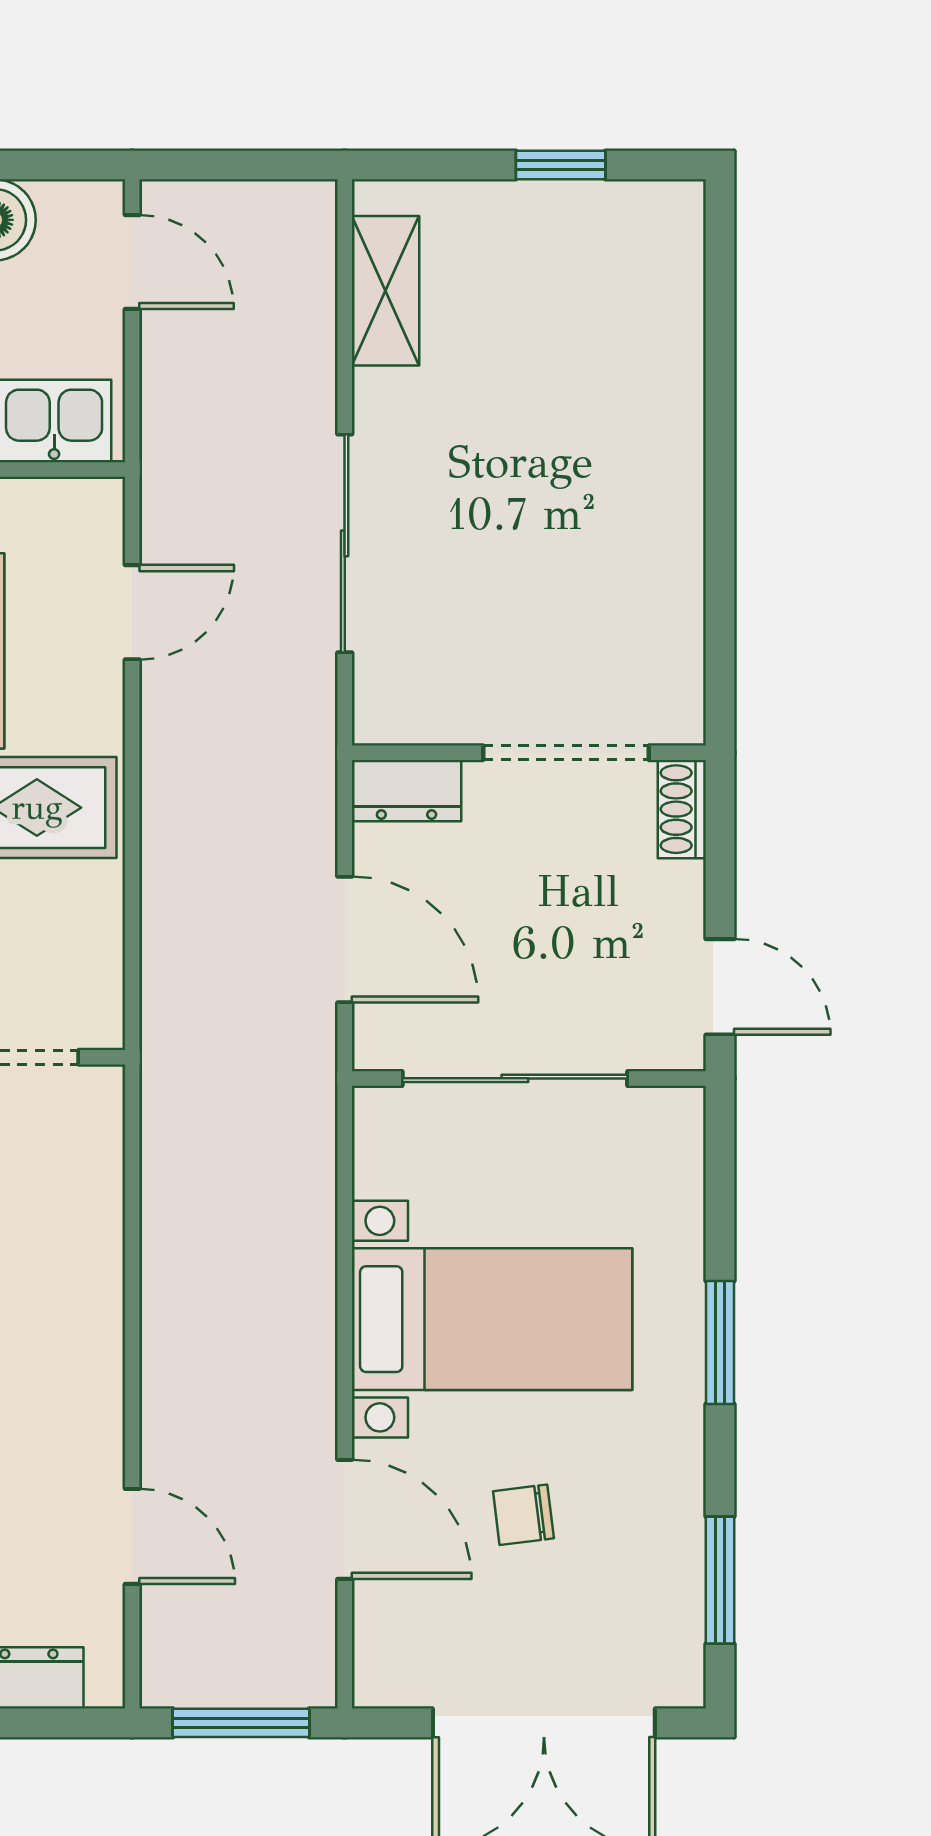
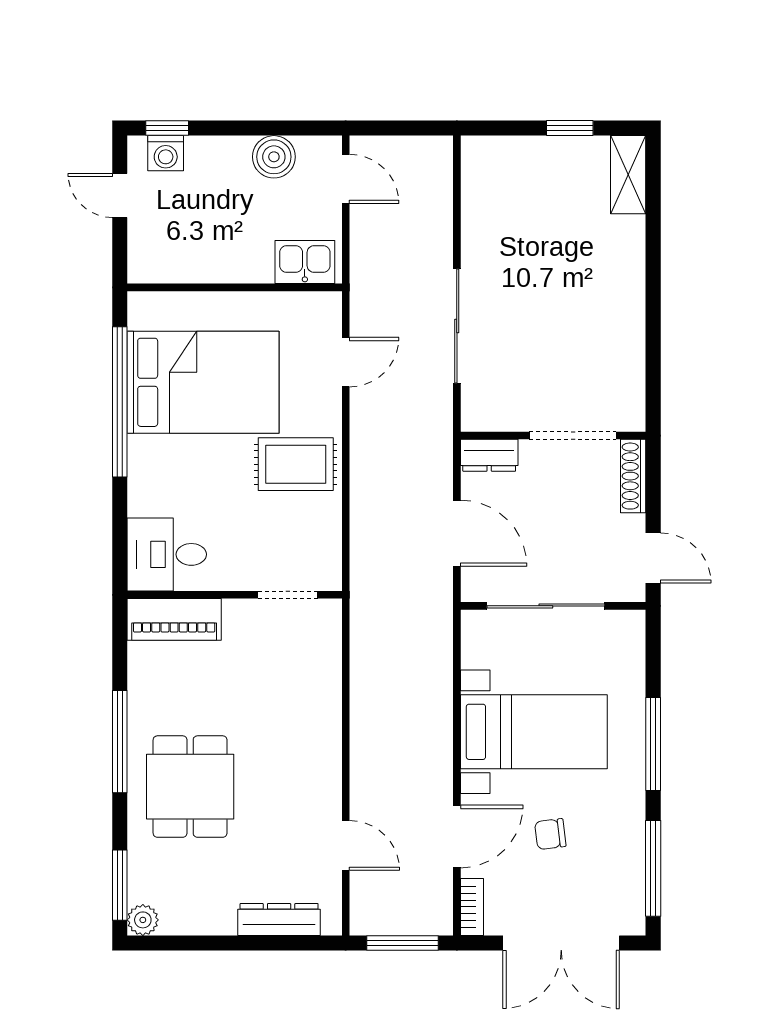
shelving: (385, 291) -> (628, 175), moved
shoe rack: (682, 809) -> (633, 476), width x1.43
window: (720, 1342) -> (653, 744), width x1.44
door: (345, 1519) -> (457, 836), hinge flipped
window: (720, 1580) -> (653, 868), width x1.44
bookcase: (374, 1654) -> (472, 907), added

